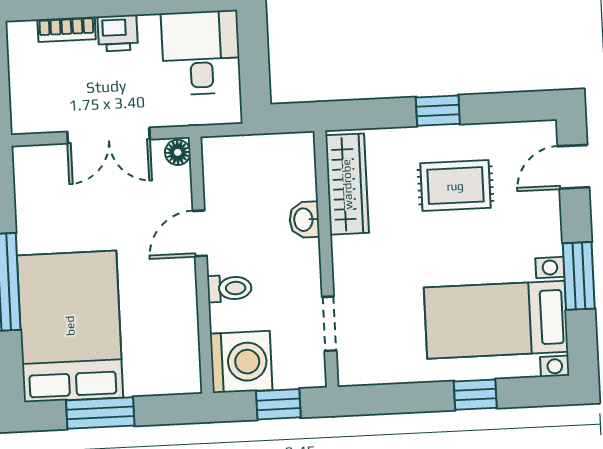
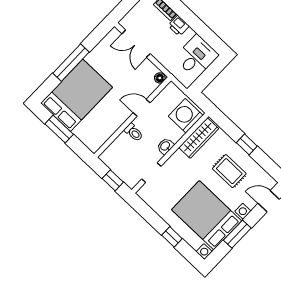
double door: (109, 136) -> (136, 44), moved
washbasin: (304, 220) -> (165, 146), moved
bed with nightstands: (496, 320) -> (207, 215), width x1.36
washing machine: (241, 362) -> (186, 116), moved, turned 180

